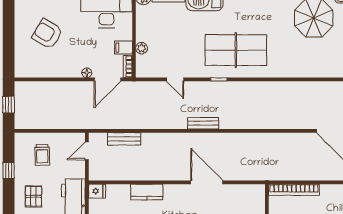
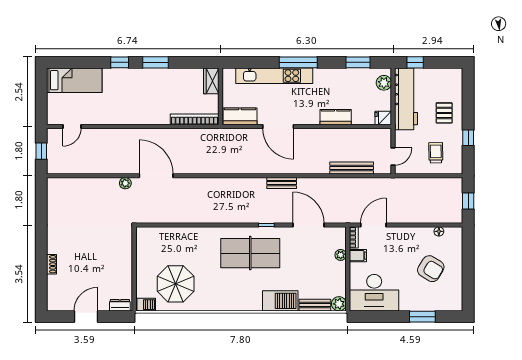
floor lamp: (87, 73) -> (439, 231), moved
door: (175, 79) -> (308, 225), width x1.87
bench: (124, 139) -> (352, 168), width x1.36
kitchen counter: (247, 193) -> (240, 116), added

